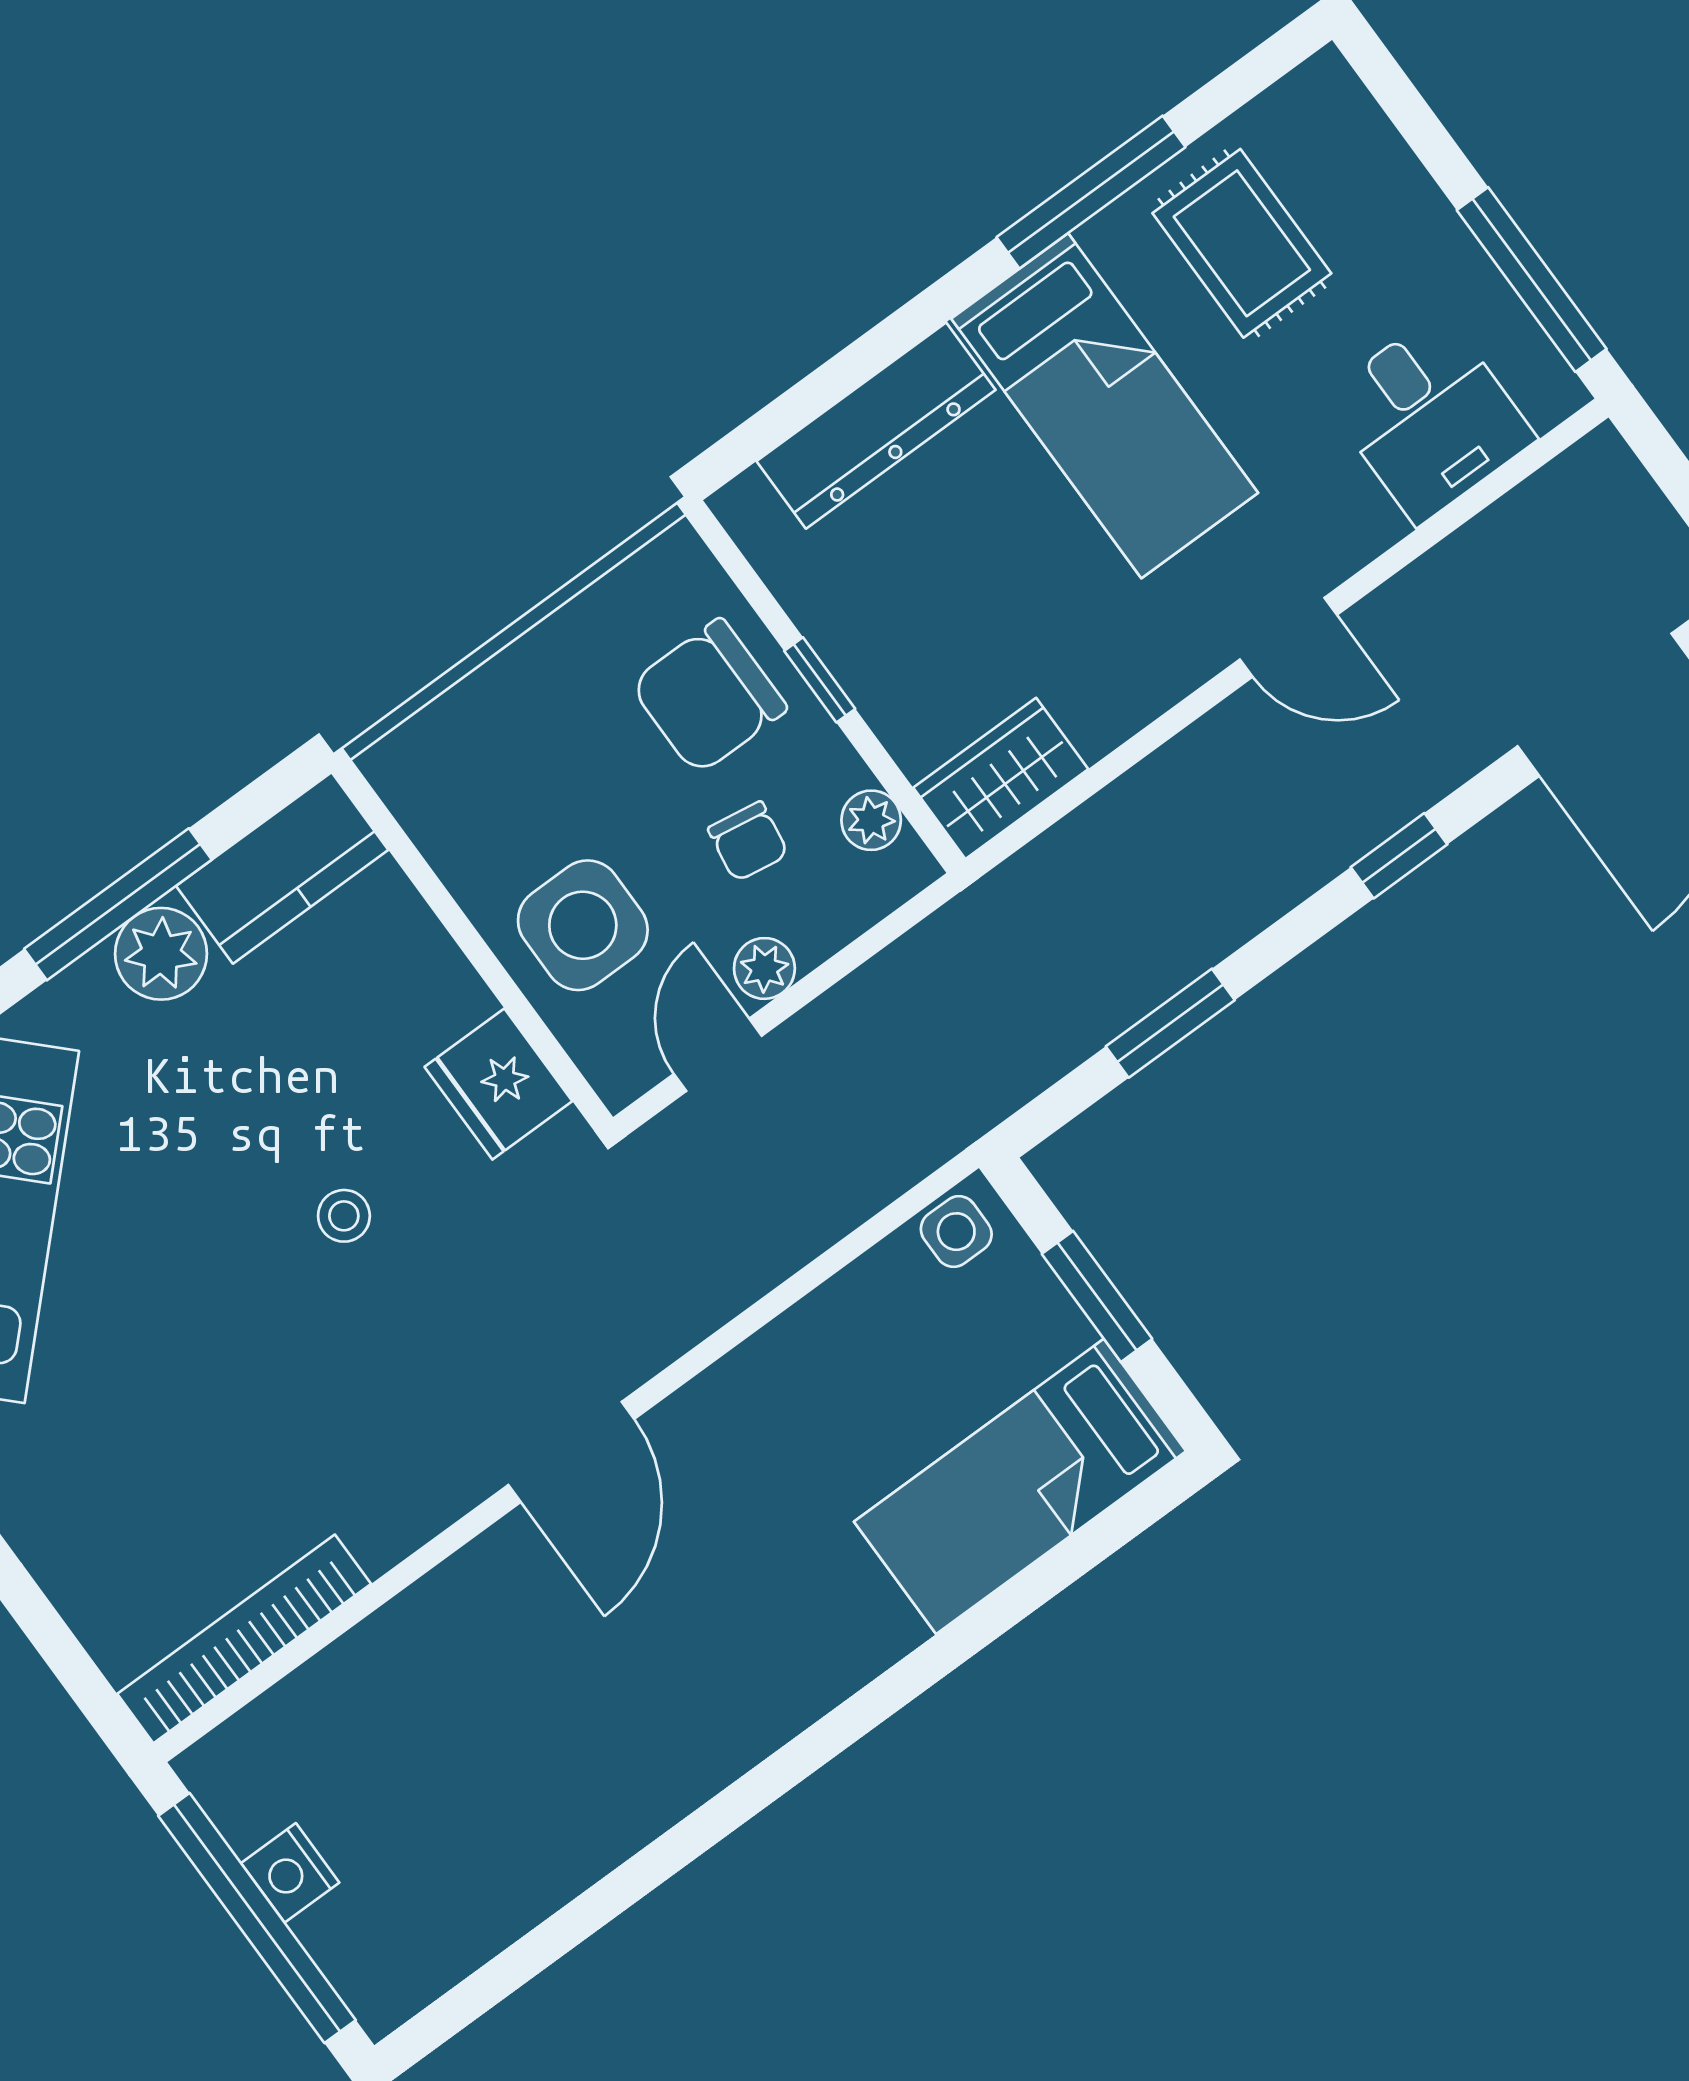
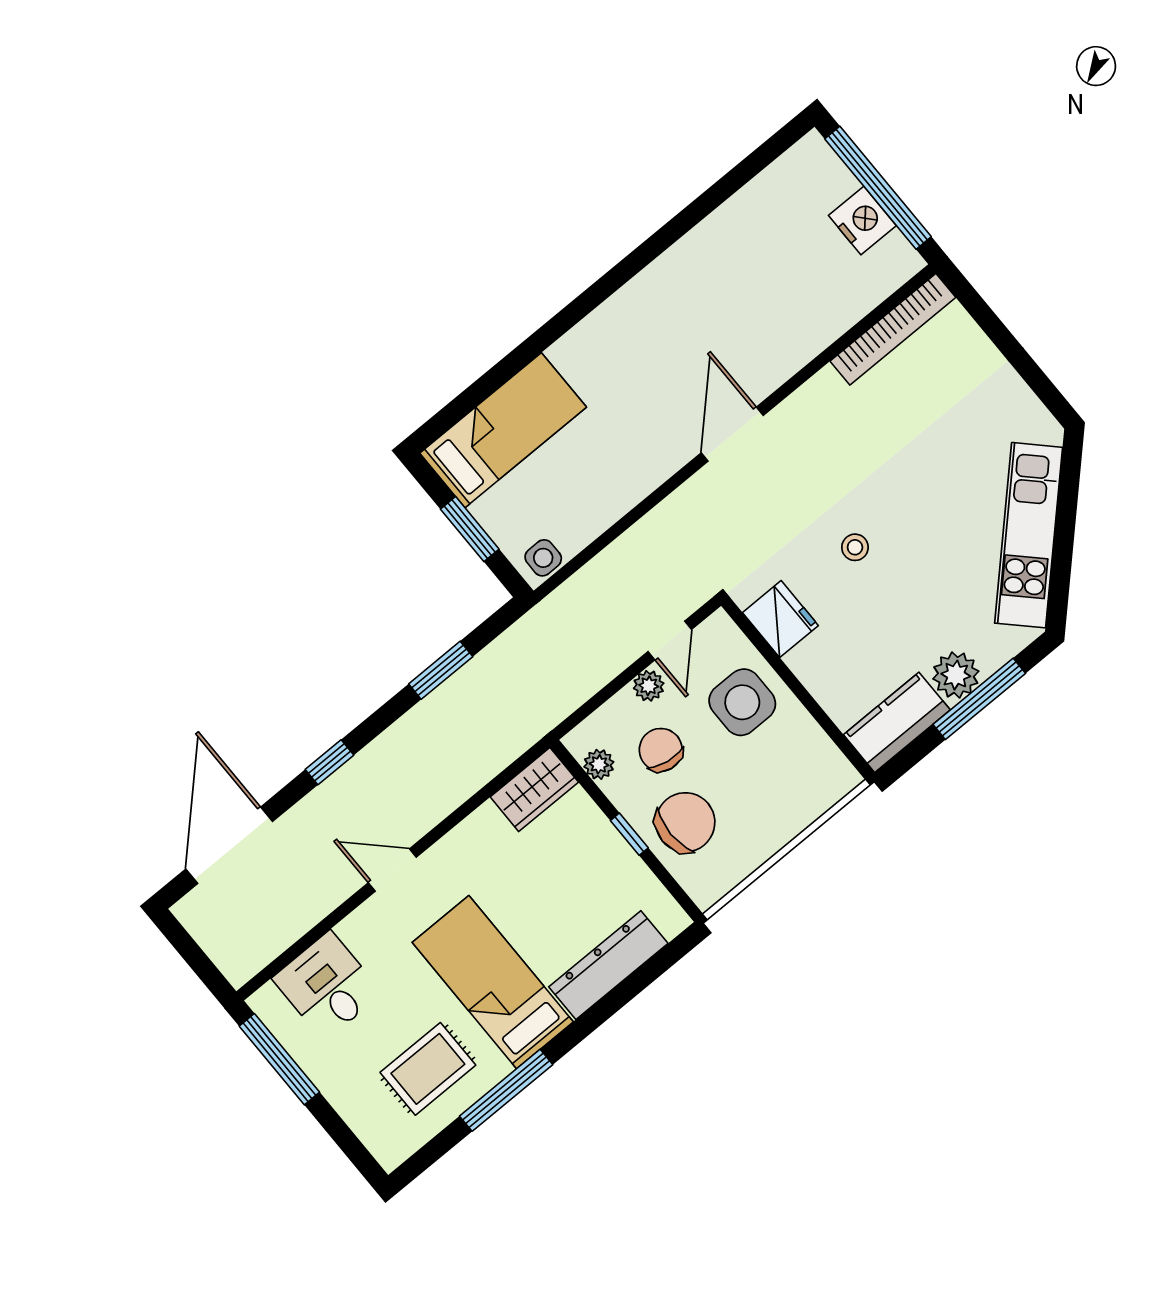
rug: (1242, 243) -> (428, 1069), turned 90
chair: (748, 841) -> (661, 750), width x1.37, depth x1.37
nightstand: (290, 1873) -> (862, 221), width x1.36, depth x1.33

